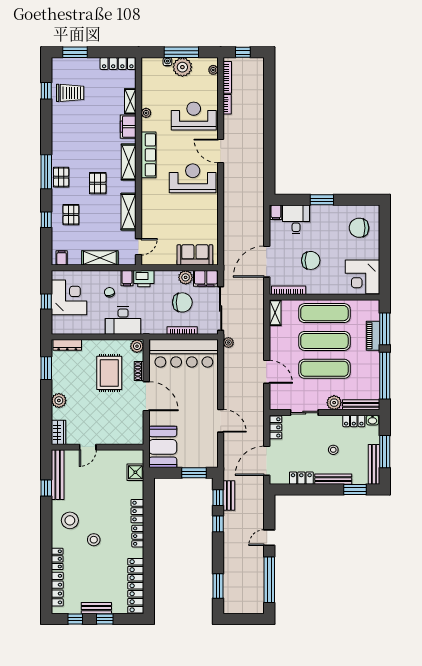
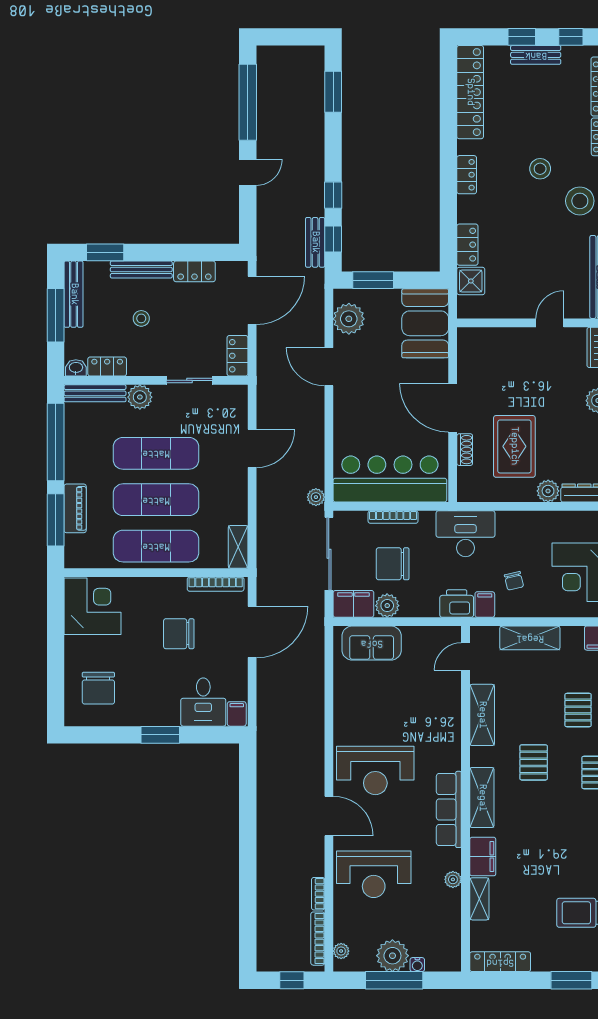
chair: (359, 228) -> (98, 688), turned 90
desk: (123, 321) -> (466, 534), moved
plant: (137, 346) -> (548, 491), moved
door: (267, 372) -> (252, 448), swing flipped
plant: (209, 450) -> (349, 319), added
locker: (137, 511) -> (467, 245), moved

